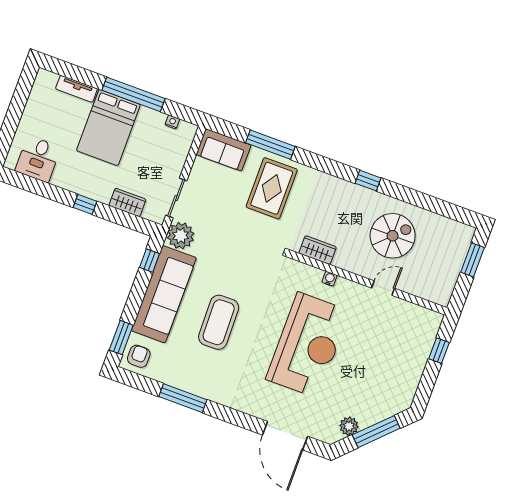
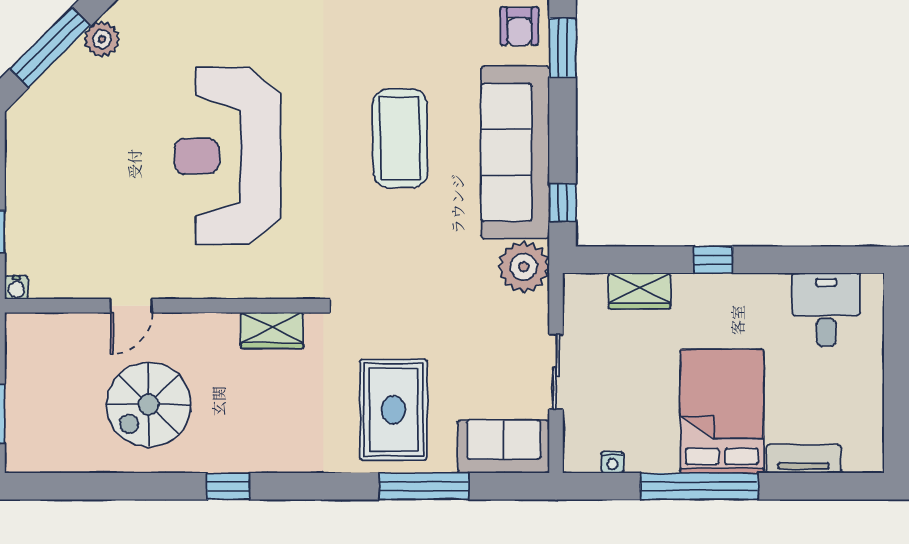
sliding door: (176, 198) -> (556, 372), moved
water cooler: (330, 279) -> (16, 288), moved

